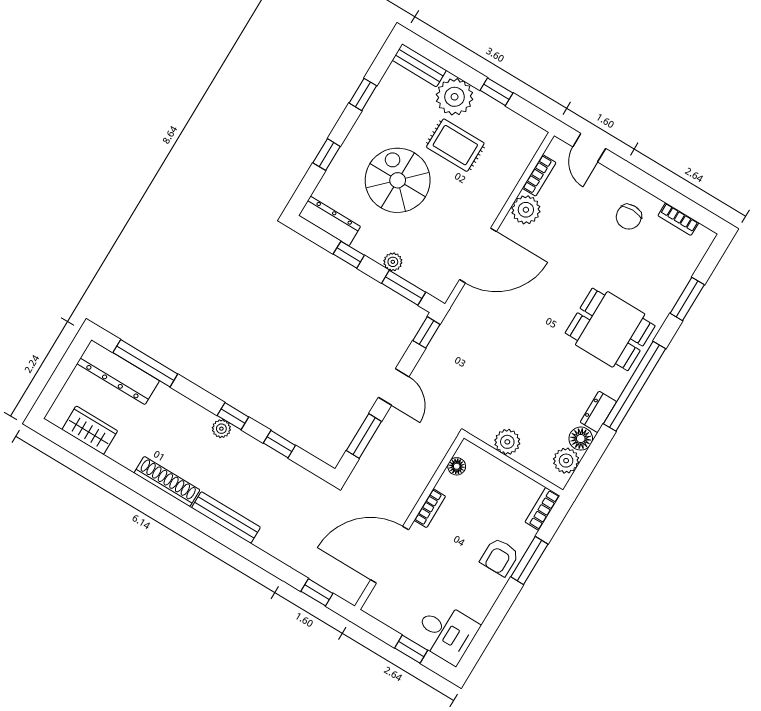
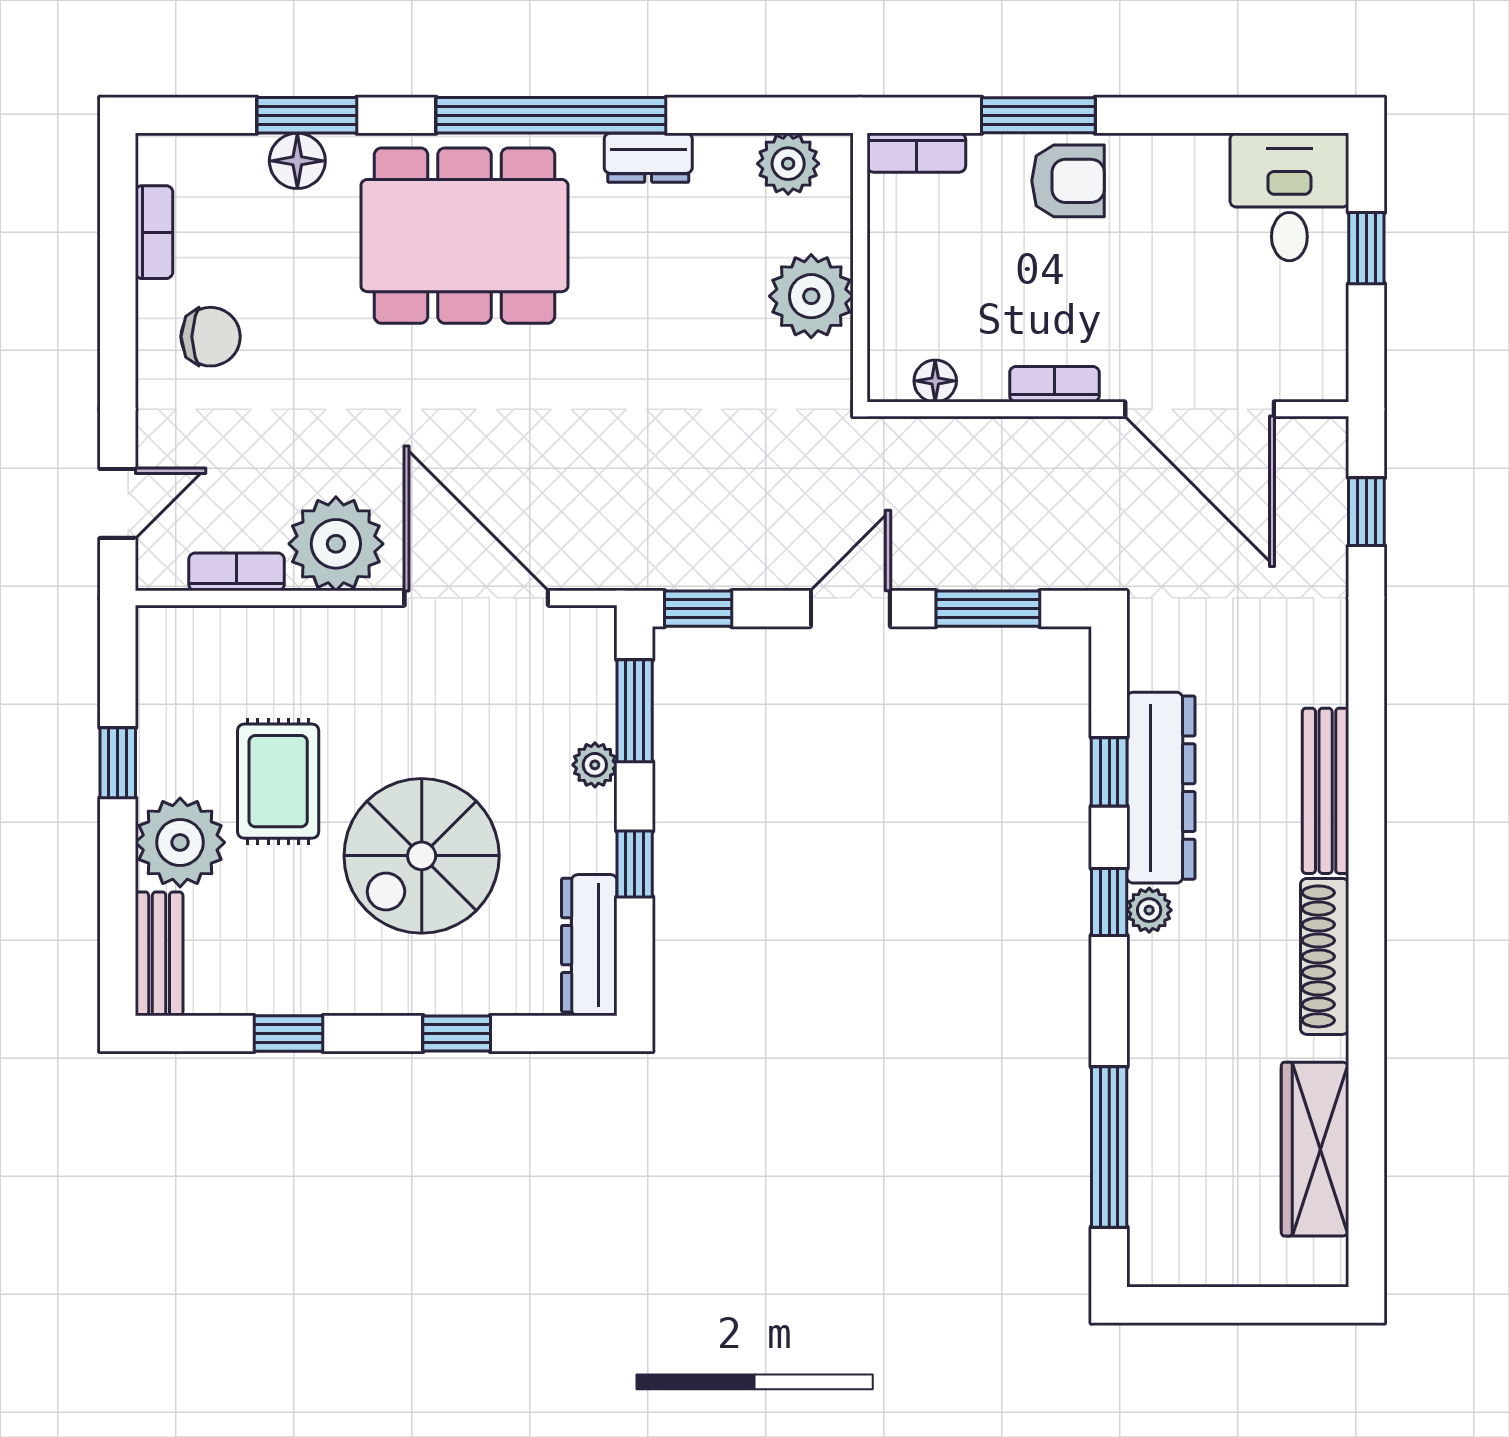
plant: (526, 210) -> (336, 544), width x1.36, depth x1.36
dining table: (610, 329) -> (464, 236), width x1.38
dresser: (118, 372) -> (1161, 788), moved
wardrobe: (90, 430) -> (1315, 1149), width x1.50
floor lamp: (581, 439) -> (297, 161), moved
plant: (507, 442) -> (811, 296), width x1.36, depth x1.36

